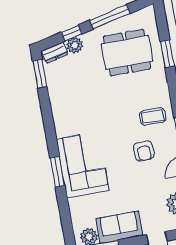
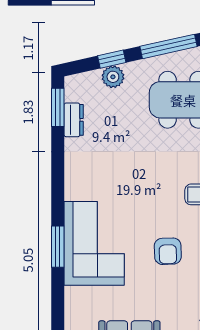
dresser: (55, 52) -> (74, 120), moved, turned -77
armchair: (144, 151) -> (168, 251), moved

